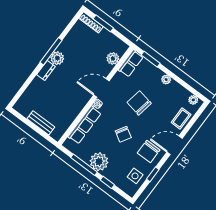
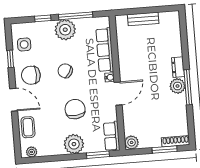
plant: (113, 58) -> (132, 142), moved
plant: (166, 79) -> (74, 144), width x1.88, depth x1.88
chair: (139, 103) -> (75, 109), turned -105
door: (174, 145) -> (14, 100), hinge flipped
chair: (149, 151) -> (31, 75), turned -90

